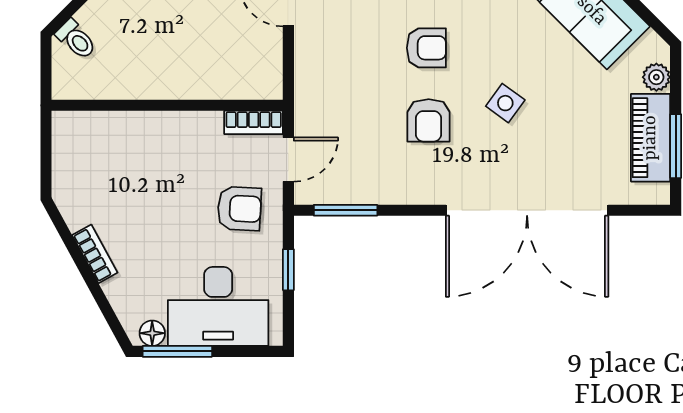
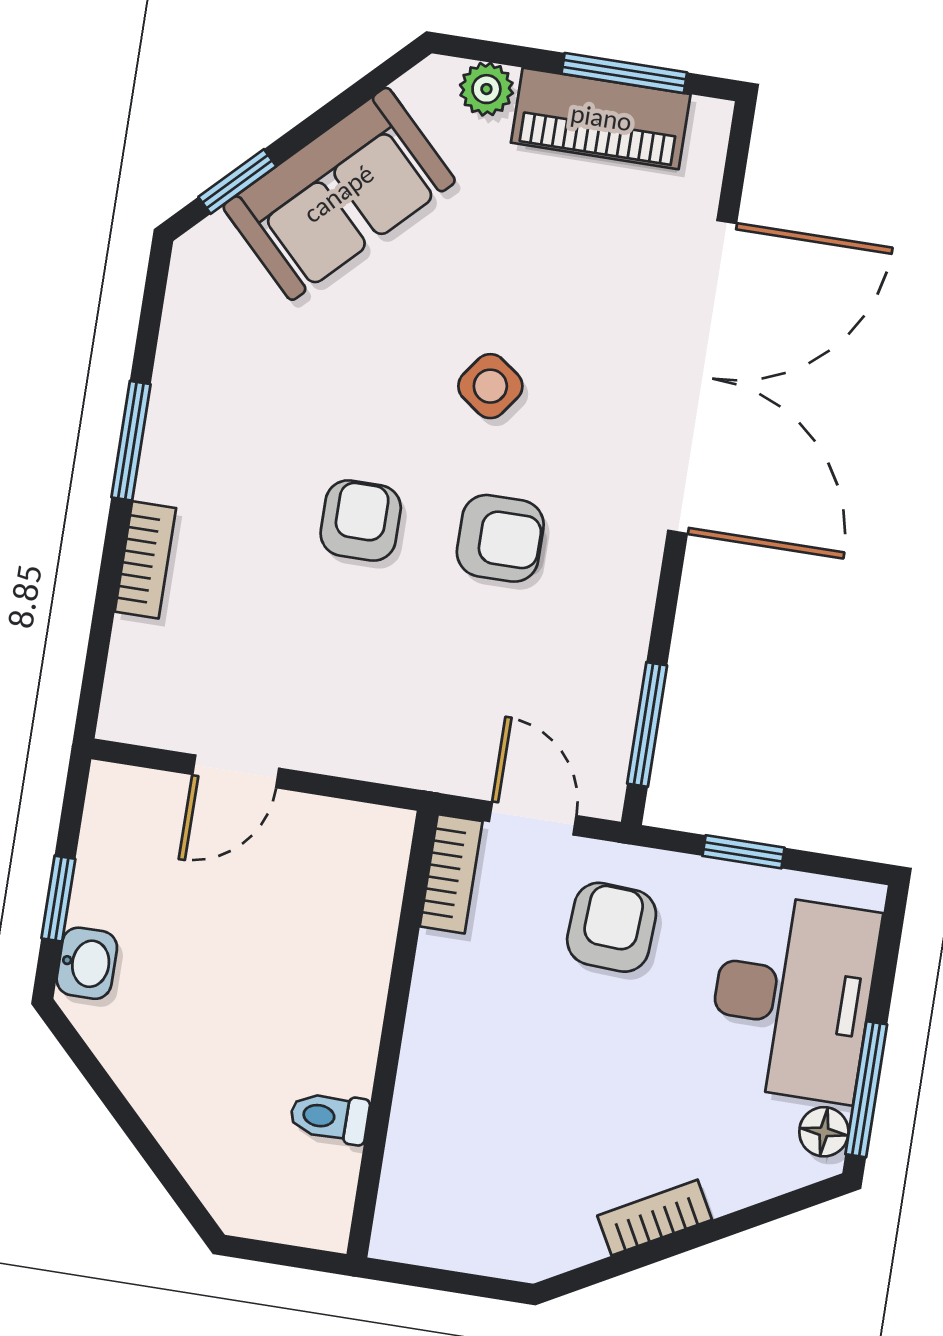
toilet: (76, 39) -> (329, 1117), moved, turned -135

